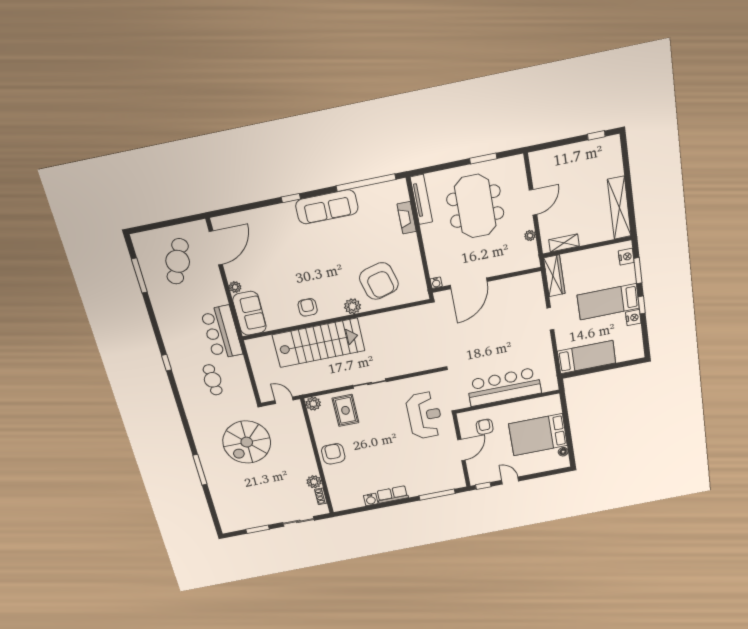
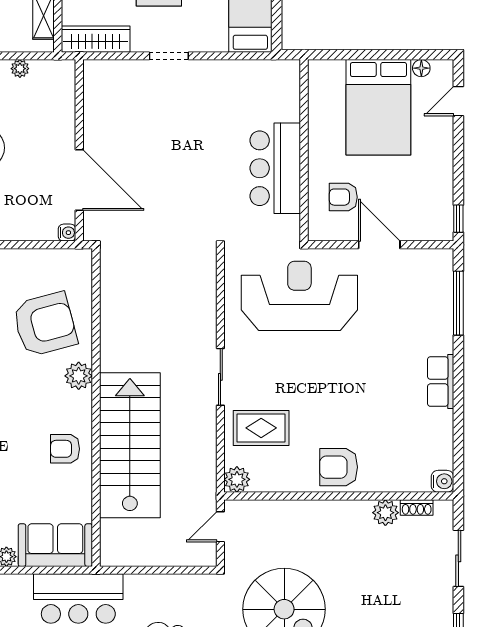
bar counter: (504, 387) -> (275, 168), width x0.73
reception desk: (425, 415) -> (299, 296), width x1.36, depth x1.30
door: (510, 481) -> (458, 101), moved
water cooler: (371, 500) -> (442, 481), moved

